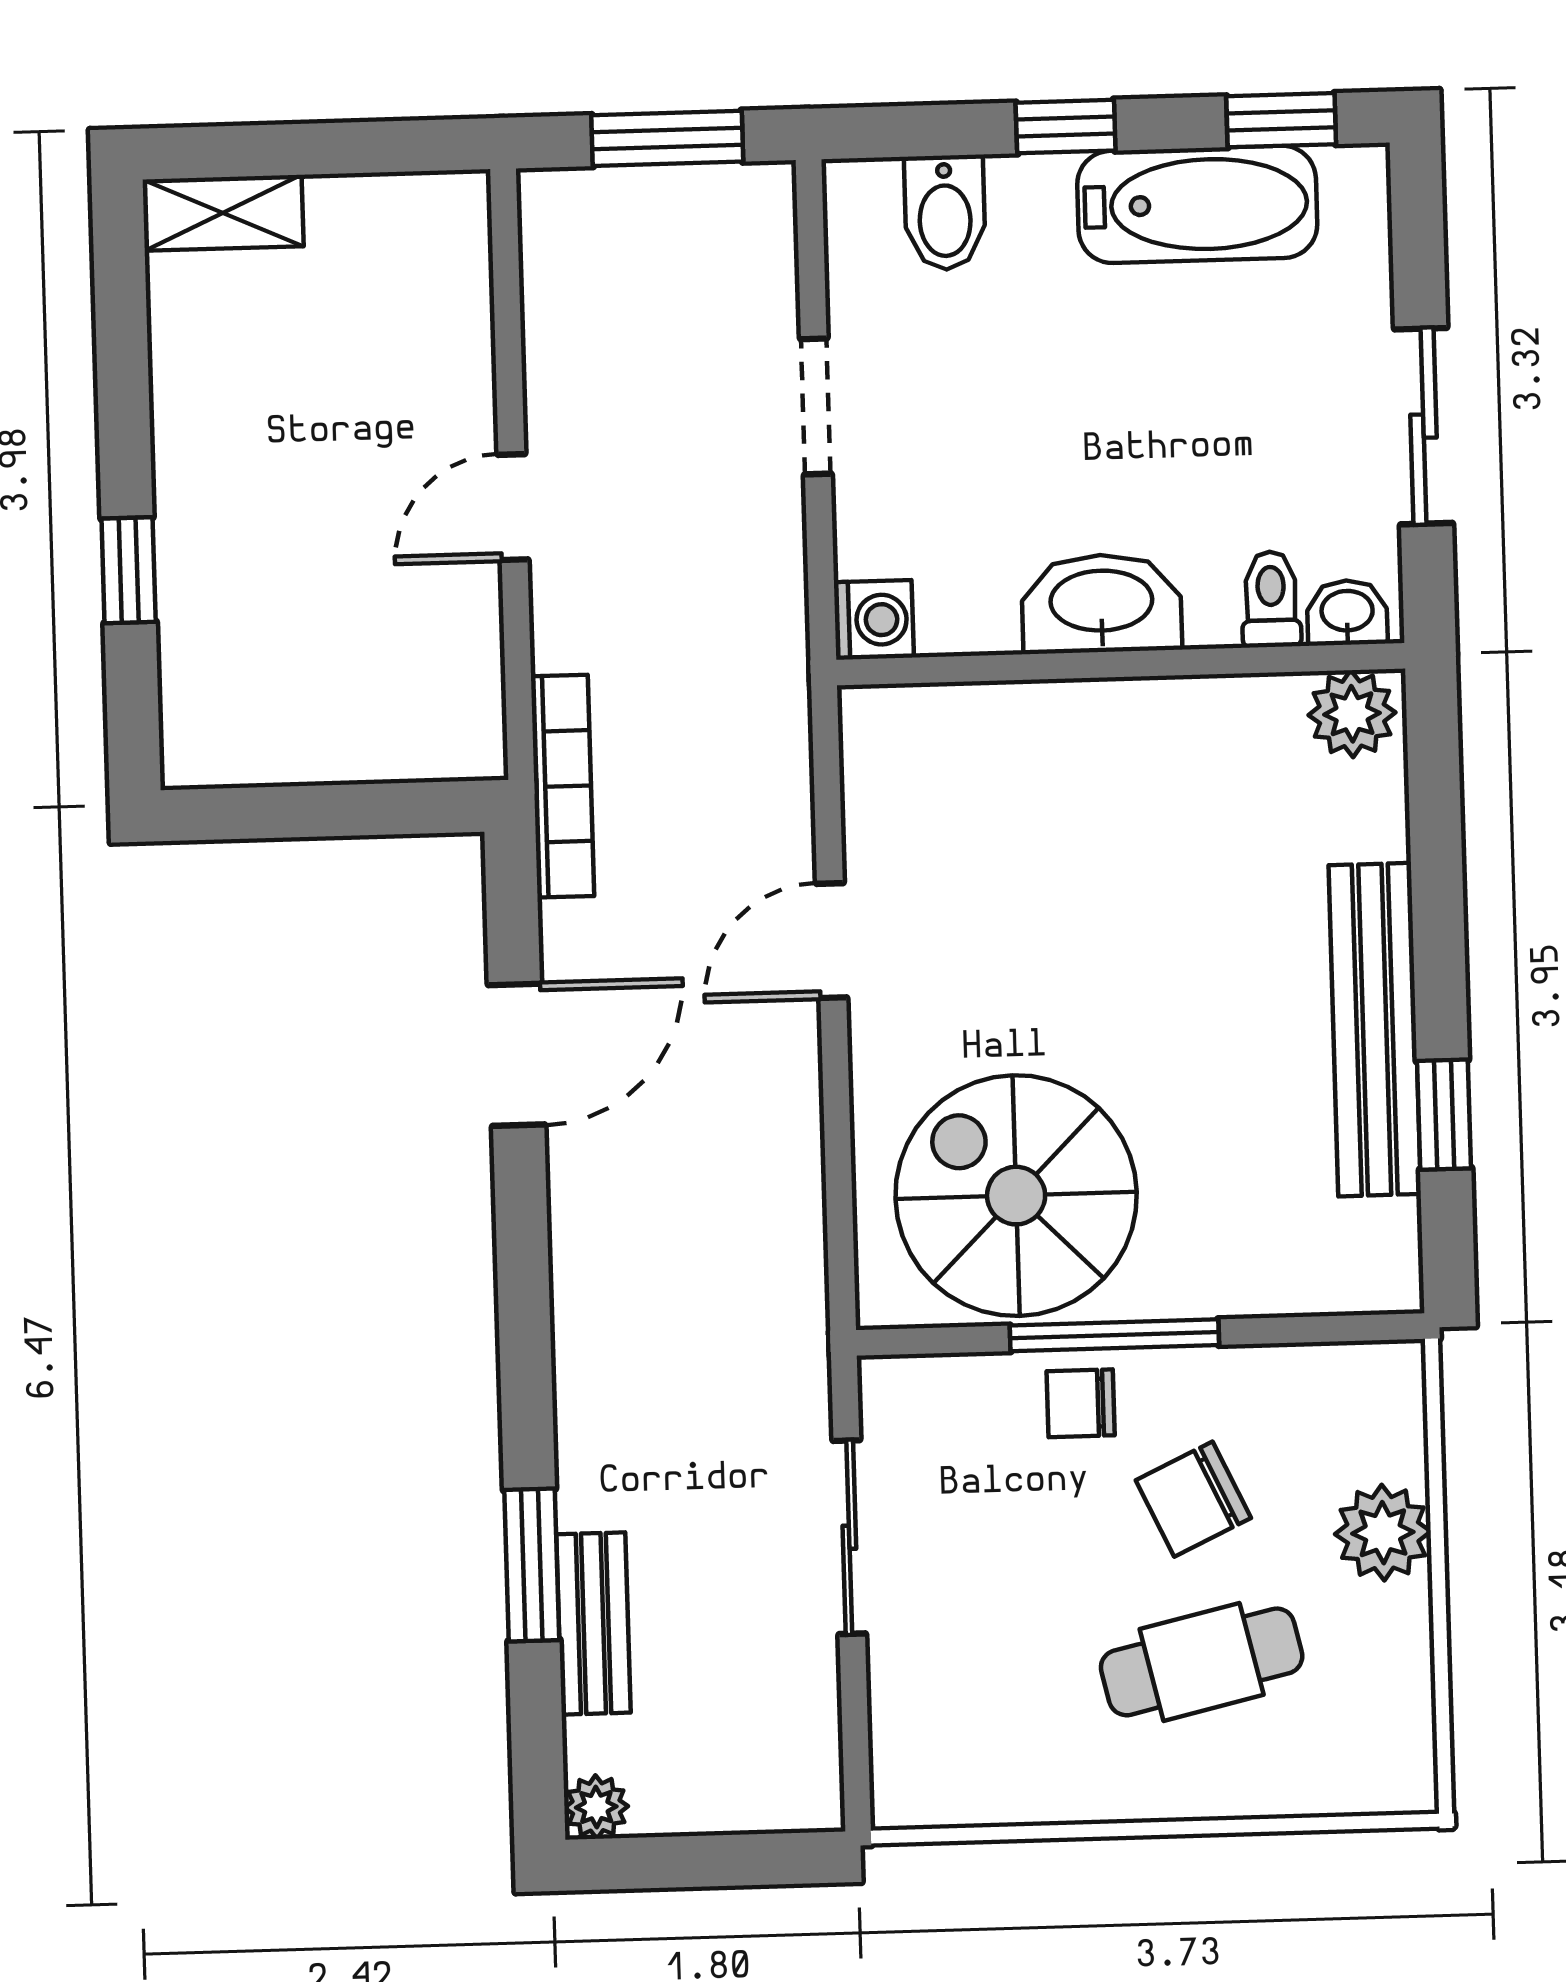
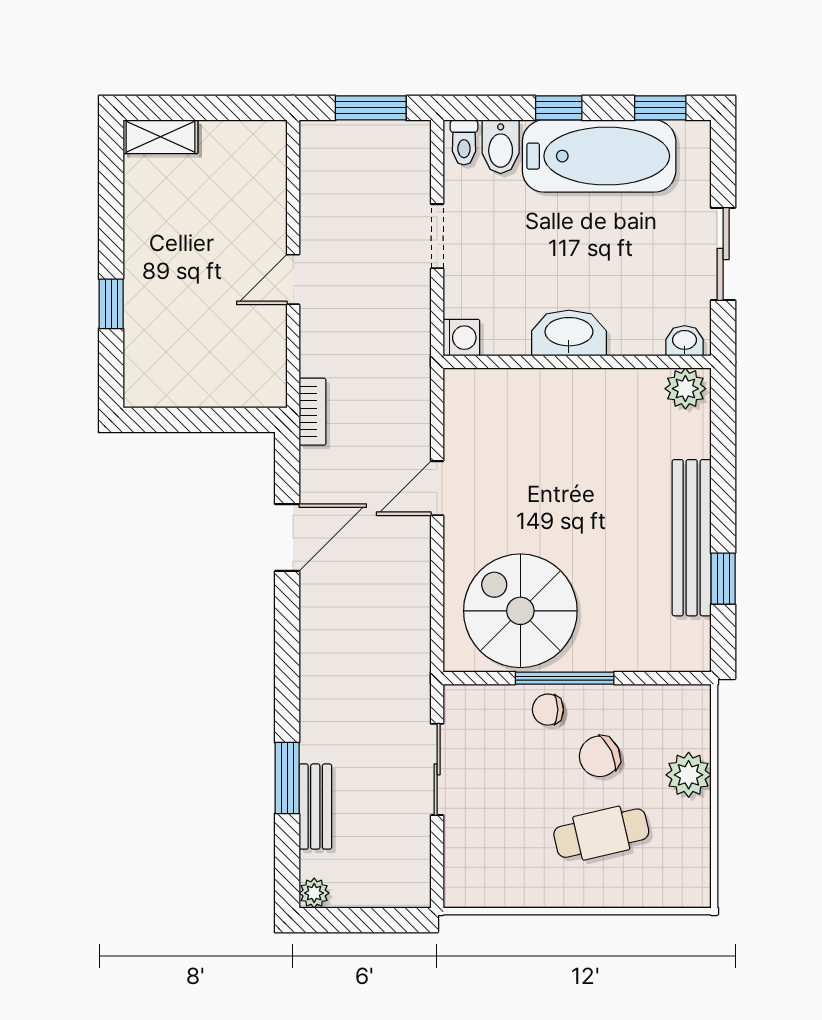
bathtub: (1197, 204) -> (599, 156), width x1.36, depth x1.36
toilet: (1271, 599) -> (464, 142), moved, turned 180
bookcase: (562, 786) -> (312, 412), width x0.64

